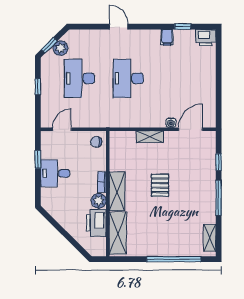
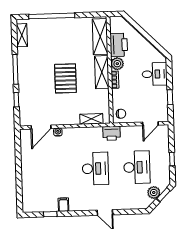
printer: (206, 38) -> (111, 133), moved, turned 180
shelving: (150, 137) -> (91, 119), moved
desk: (55, 173) -> (155, 74), moved
pallet: (160, 185) -> (65, 78), width x1.50, depth x1.42

